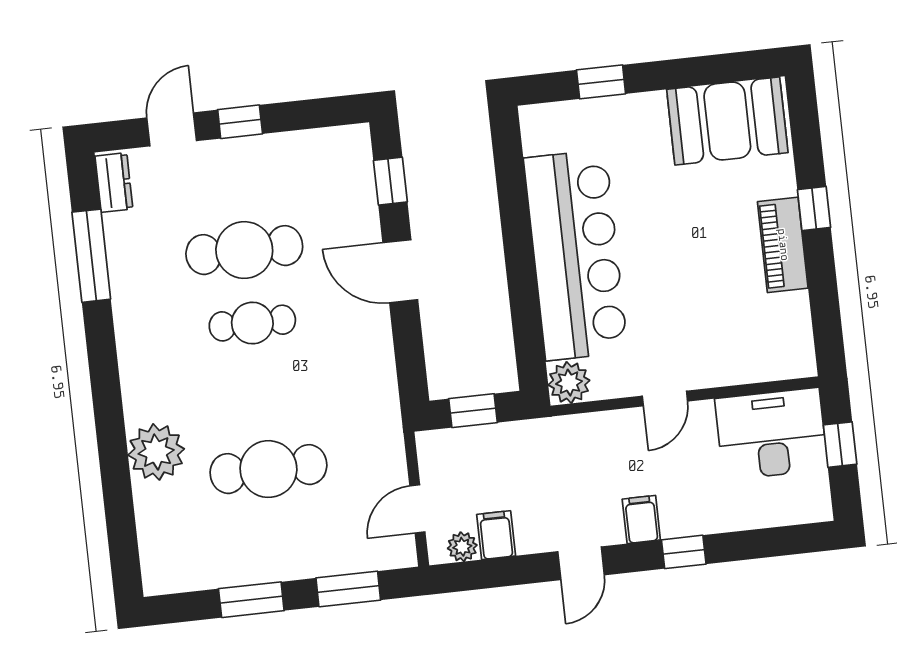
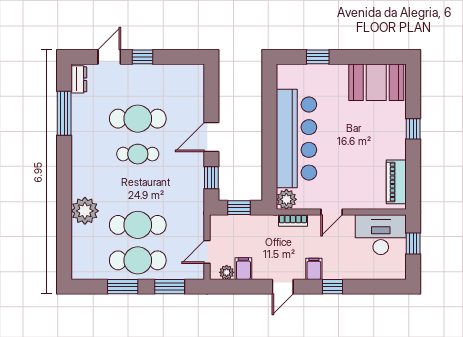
window: (390, 181) -> (211, 178), moved
piano: (783, 245) -> (396, 182), moved
door: (400, 271) -> (211, 137), hinge flipped
bookcase: (587, 425) -> (293, 220), added
cafe table: (277, 542) -> (138, 260), added

